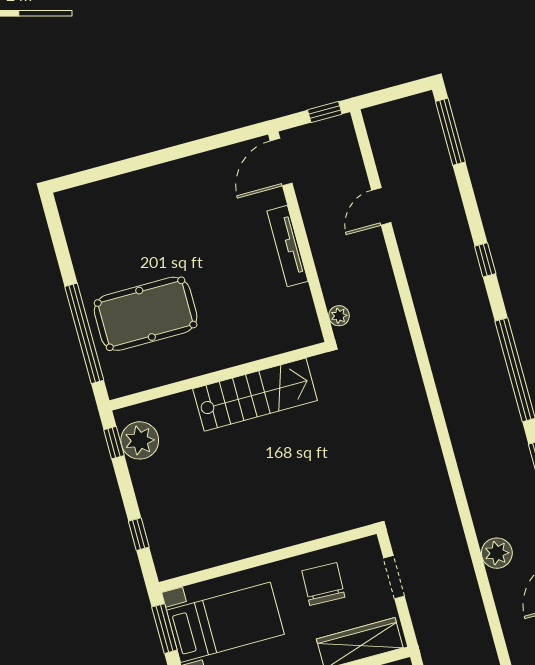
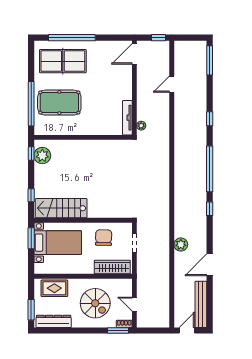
window: (135, 164) -> (72, 38), added
table tennis table: (129, 221) -> (63, 61), added
tv unit: (287, 246) -> (127, 118), moved
stairs: (255, 395) -> (61, 208), moved, turned 180

